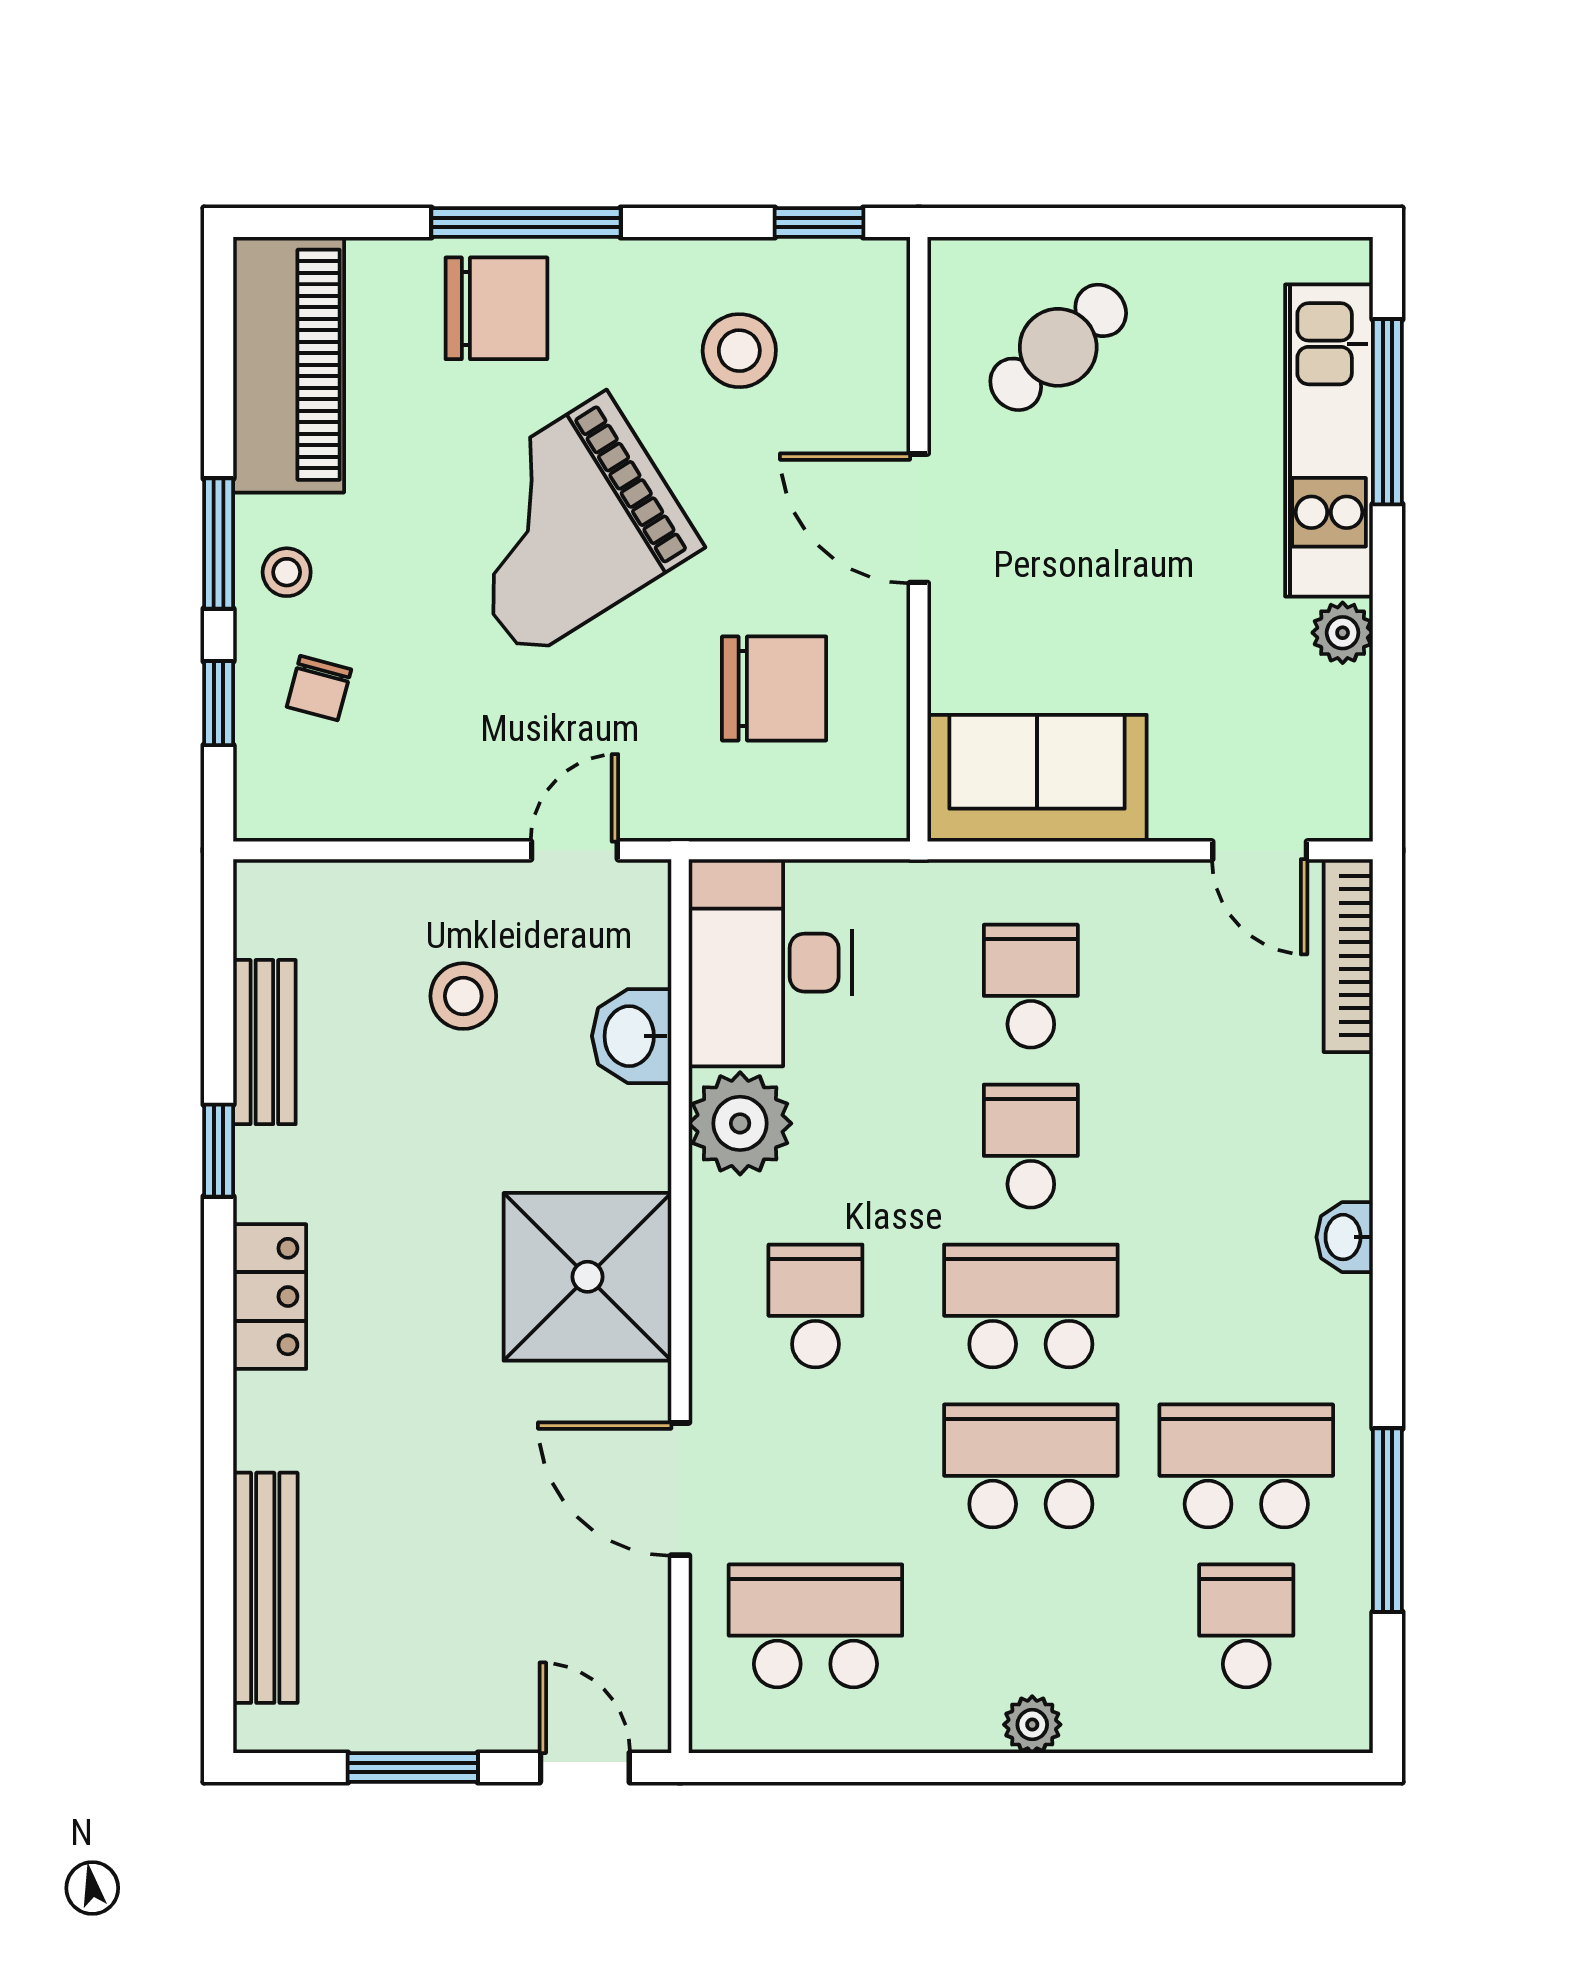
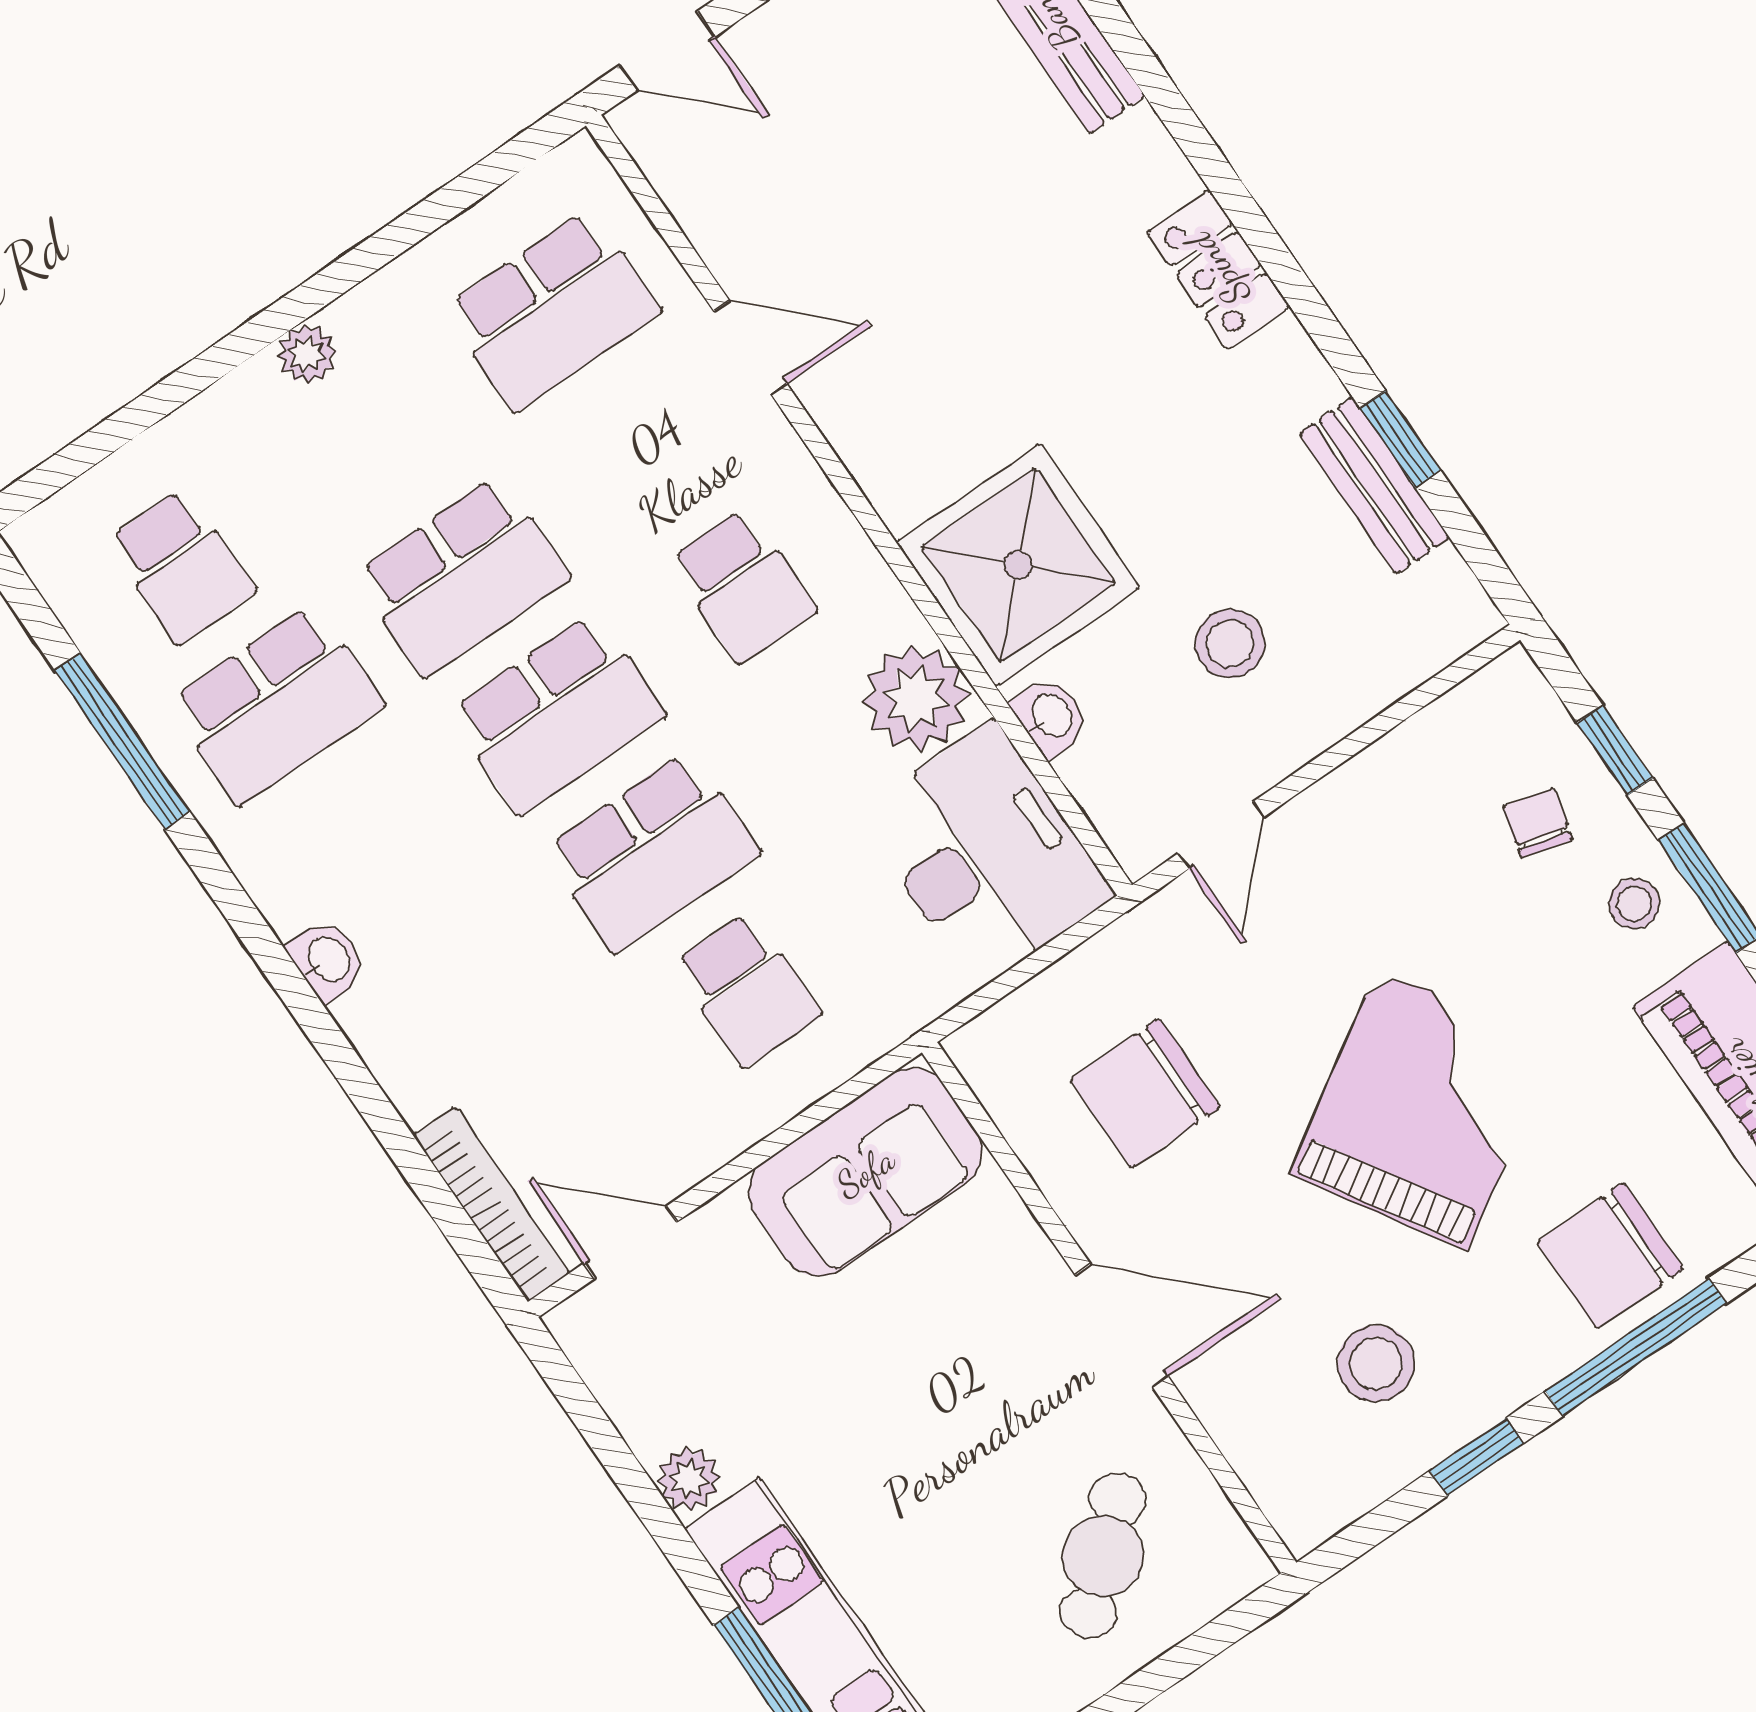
window: (819, 222) -> (1477, 1457), moved
washbasin: (632, 1036) -> (1051, 716), width x0.72, depth x0.69
school desk: (1031, 1146) -> (652, 852), width x1.85
window: (219, 1151) -> (1400, 439), moved
shower: (587, 1277) -> (1018, 565), moved
door: (680, 1489) -> (750, 348), width x0.73

